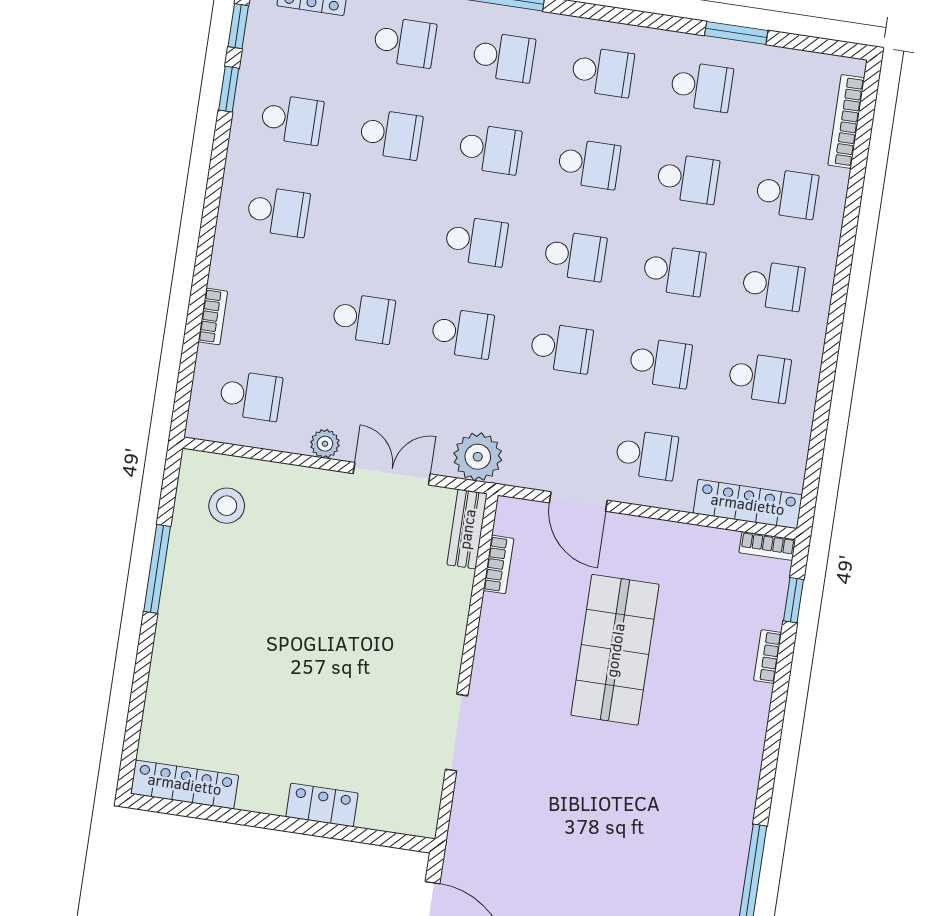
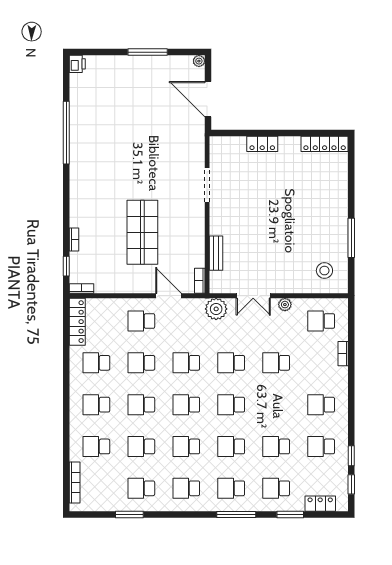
locker: (748, 504) -> (77, 322), moved, turned -90
bench: (467, 529) -> (216, 253), moved
bookcase: (498, 564) -> (200, 281), moved

